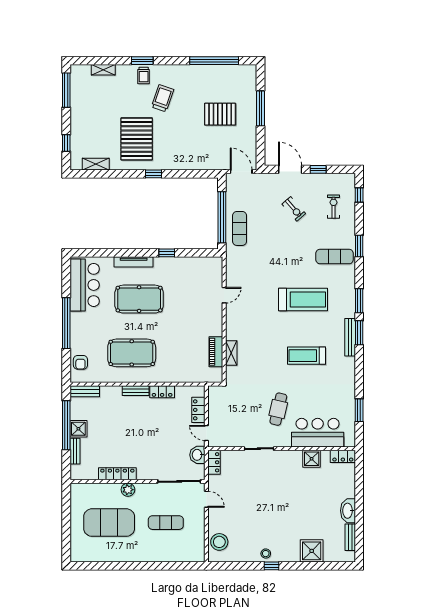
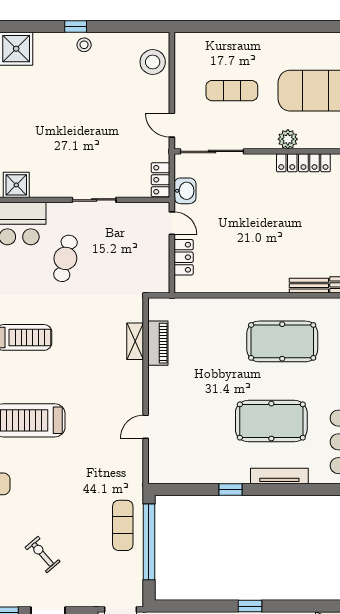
bench: (136, 391) -> (309, 286), moved
locker: (162, 392) -> (237, 284), removed

